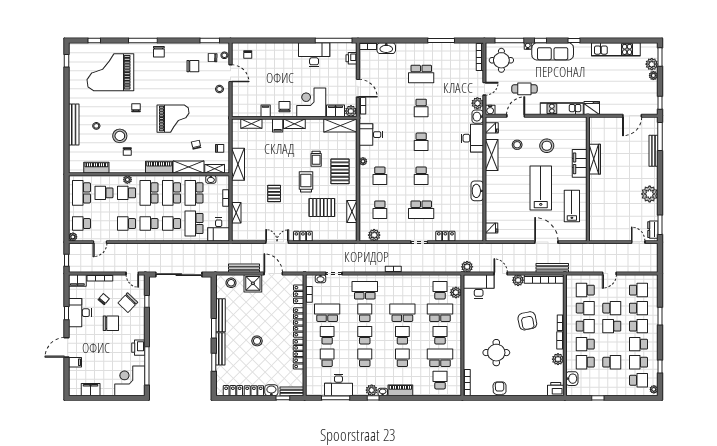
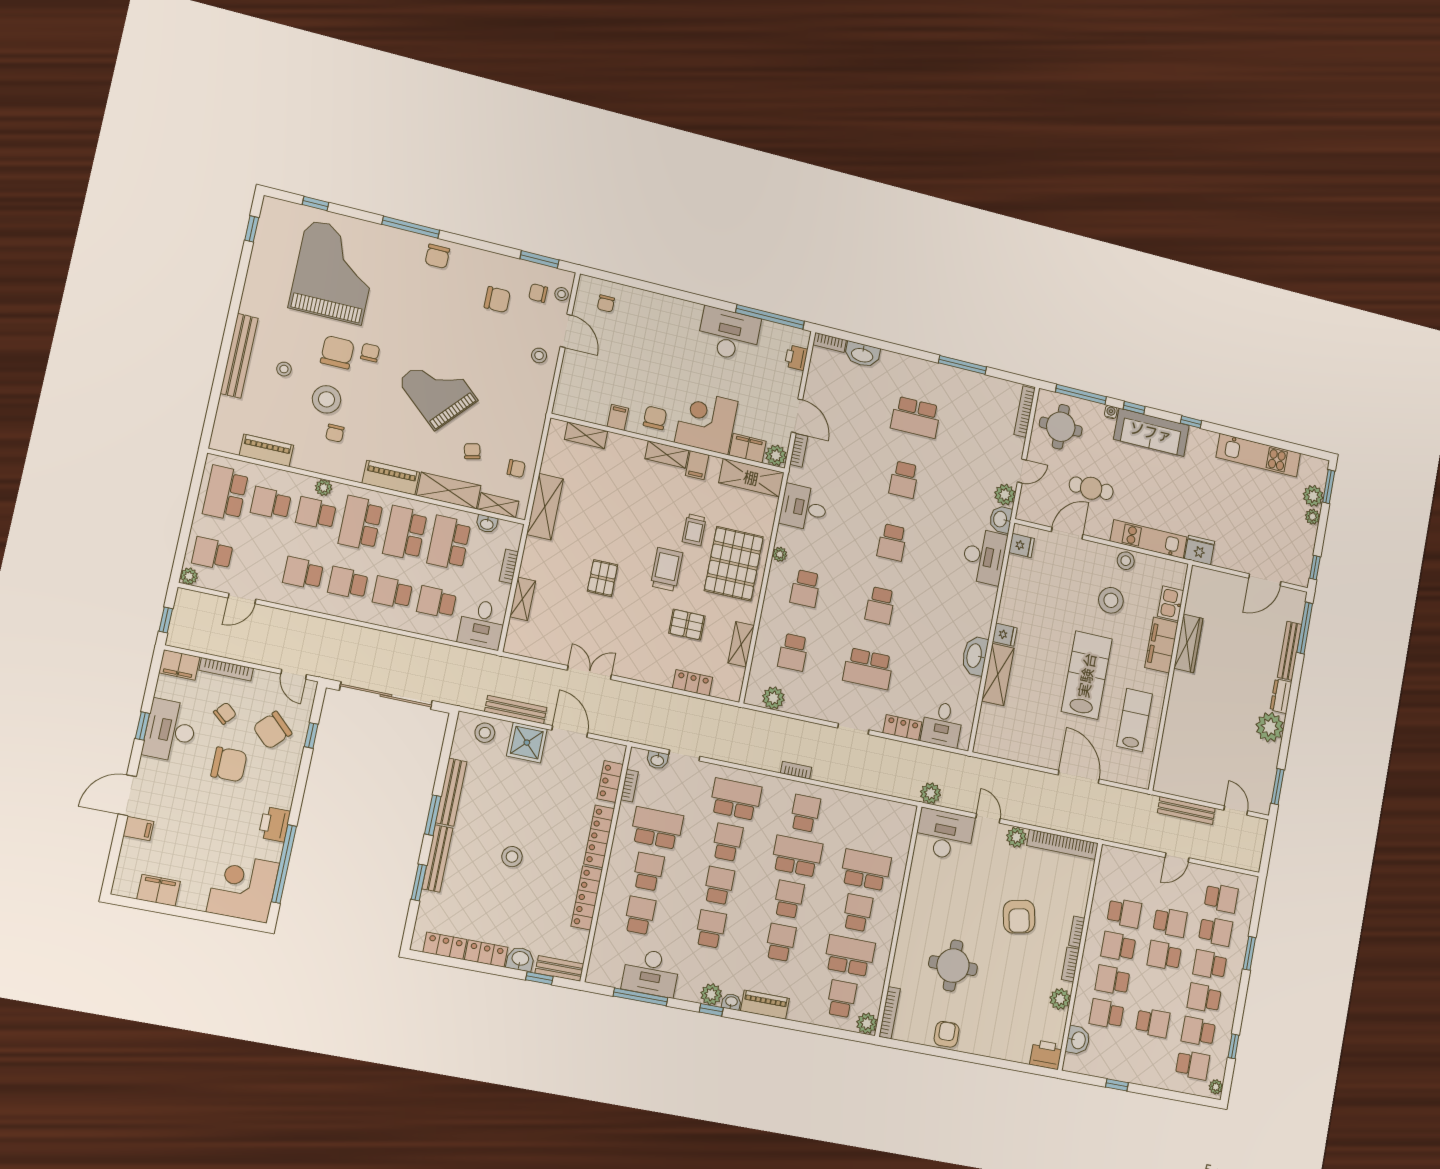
grand piano: (110, 72) -> (334, 272), turned 90
water cooler: (490, 110) -> (1025, 512), removed
chair: (120, 111) -> (337, 352), added
grand piano: (173, 119) -> (438, 390), turned -138
filing cabinet: (278, 126) -> (697, 465), moved
kitchen sink: (581, 140) -> (1171, 603), added
stool: (517, 145) -> (1126, 561), moved
shelving: (492, 155) -> (998, 675), moved
pallet: (340, 171) -> (734, 564), width x1.37, depth x1.41
pallet: (322, 208) -> (687, 625), width x0.67, depth x0.71
school desk: (194, 224) -> (437, 602), width x0.54
fridge: (491, 228) -> (1005, 635), moved
desk: (466, 230) -> (942, 724), added
dresser: (653, 230) -> (1281, 696), moved
locker: (303, 236) -> (693, 683), moved
bench: (552, 268) -> (1186, 810), moved
school desk: (440, 290) -> (805, 813), moved
school desk: (585, 290) -> (1130, 879), removed
plant: (456, 292) -> (867, 1023), moved
school desk: (585, 326) -> (1118, 946), turned 180
school desk: (639, 326) -> (1210, 965), turned 180

